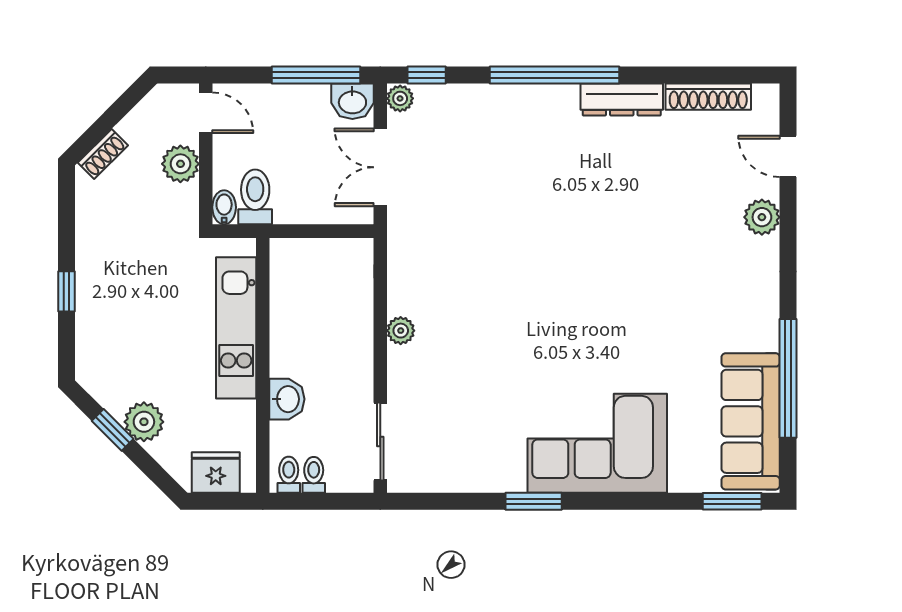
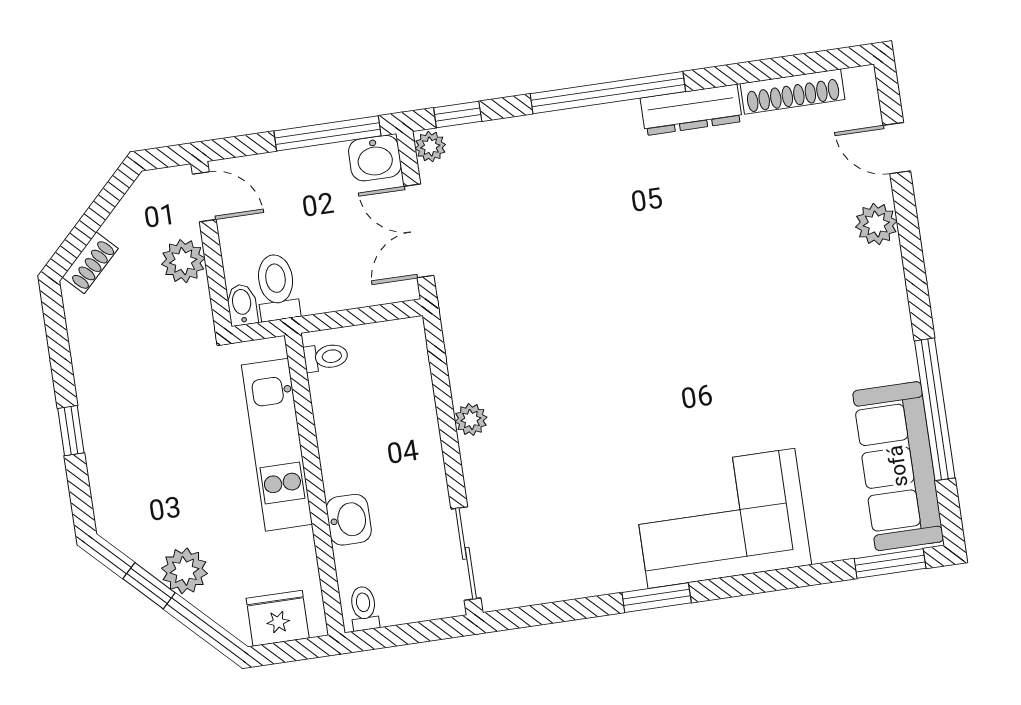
toilet: (314, 475) -> (326, 357), moved, turned 90

